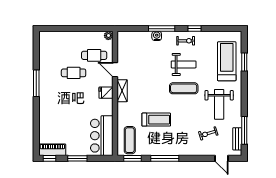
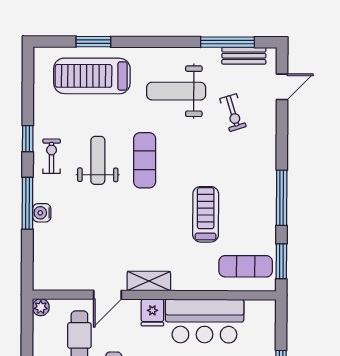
weight bench: (219, 104) -> (176, 91), turned 180
bar counter: (102, 136) -> (205, 321), moved

